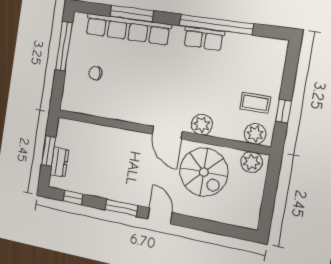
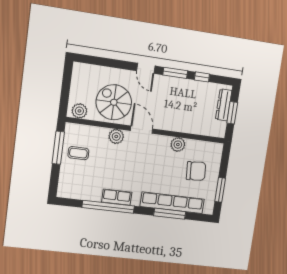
window: (64, 46) -> (220, 190), width x0.69
chair: (96, 73) -> (196, 171), width x1.87, depth x1.87
window: (283, 111) -> (58, 148), width x2.17
plant: (255, 134) -> (178, 145), moved
dresser: (59, 162) -> (224, 105), width x1.44
window: (73, 197) -> (202, 77), moved

